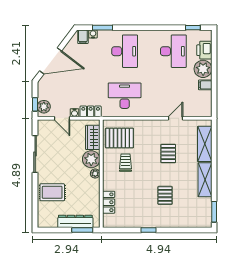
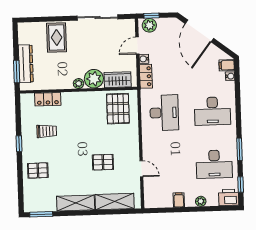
window: (102, 28) -> (239, 149), moved
printer: (204, 50) -> (229, 197), moved
plant: (203, 69) -> (201, 201), width x0.53, depth x0.53
trolley: (125, 163) -> (47, 131), moved
pallet: (165, 195) -> (38, 170), moved

